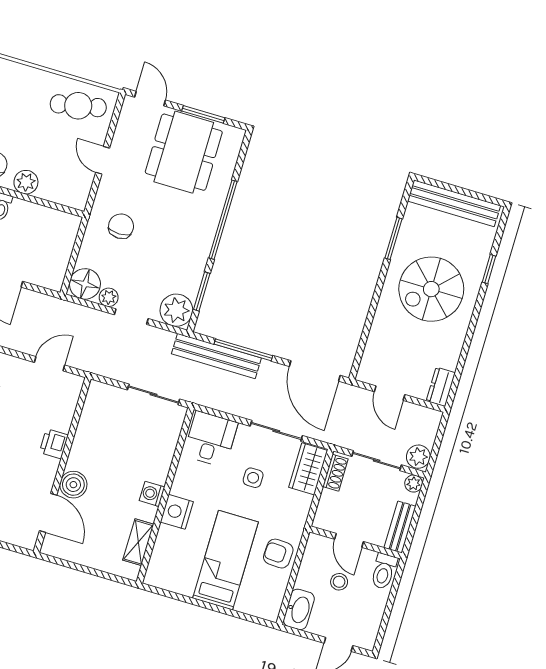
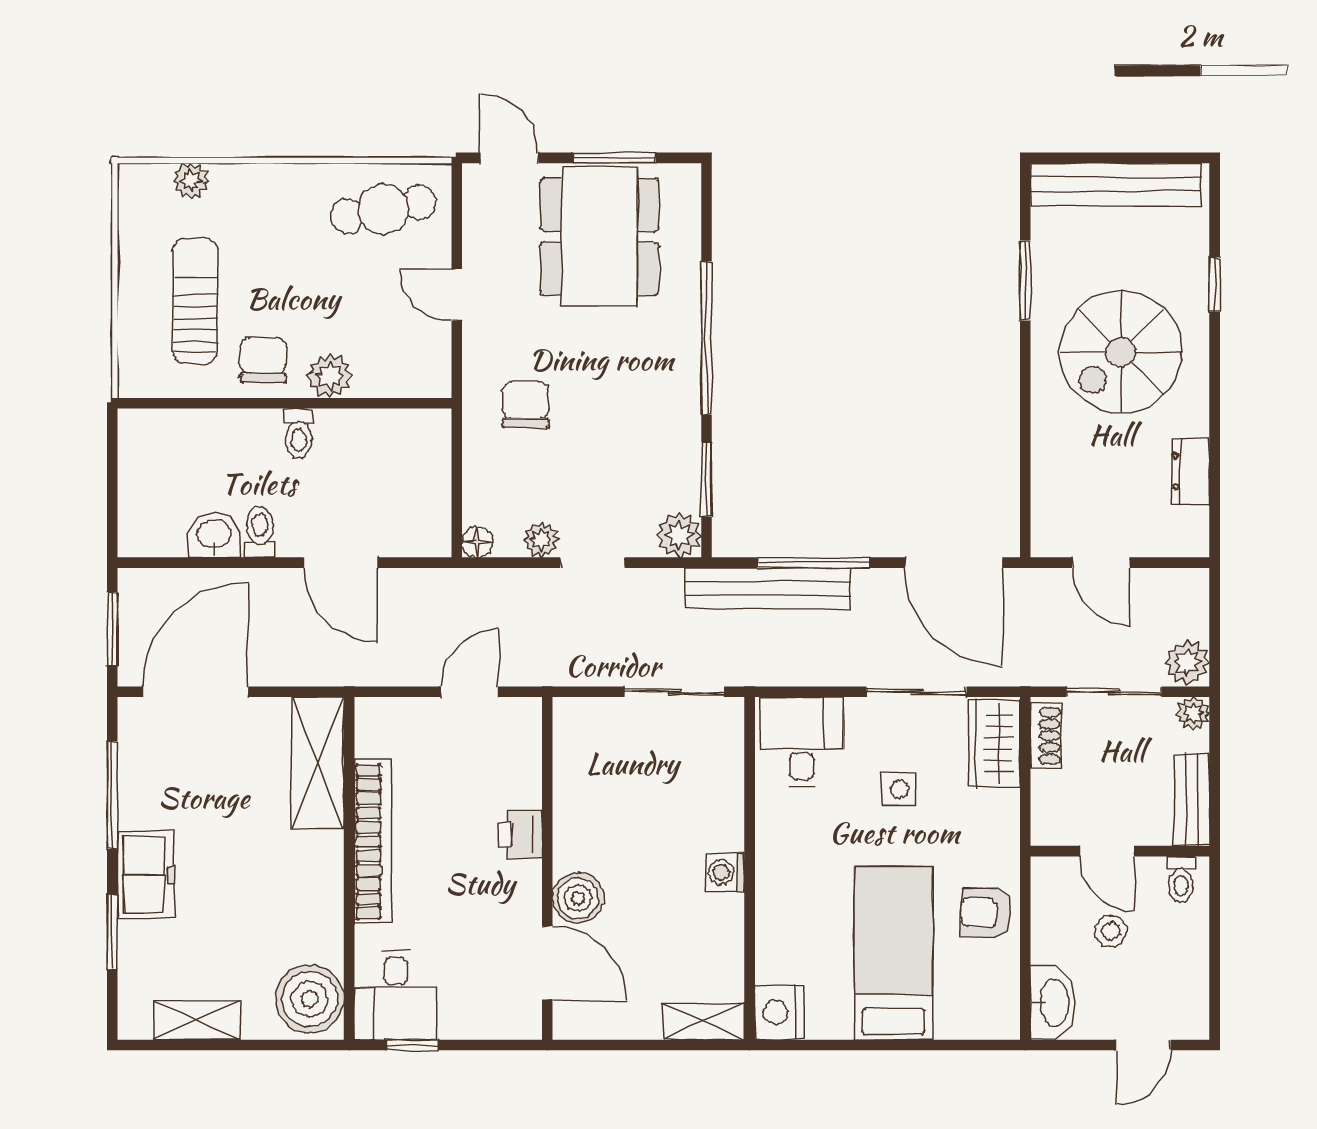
floor lamp: (85, 284) -> (477, 542), width x0.53, depth x0.53
plant: (176, 310) -> (679, 535), width x0.73, depth x0.73
dresser: (441, 387) -> (1191, 471), moved
nightstand: (177, 512) -> (779, 1012), moved
shelving: (138, 542) -> (704, 1021), moved, turned 90
toilet: (384, 571) -> (1181, 879), width x0.73, depth x0.72

